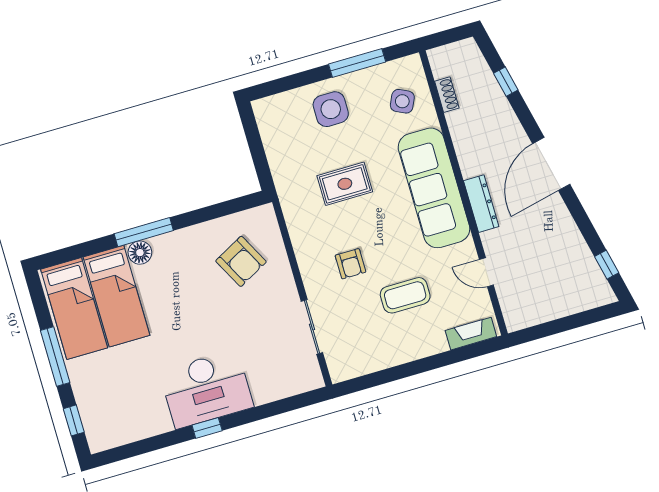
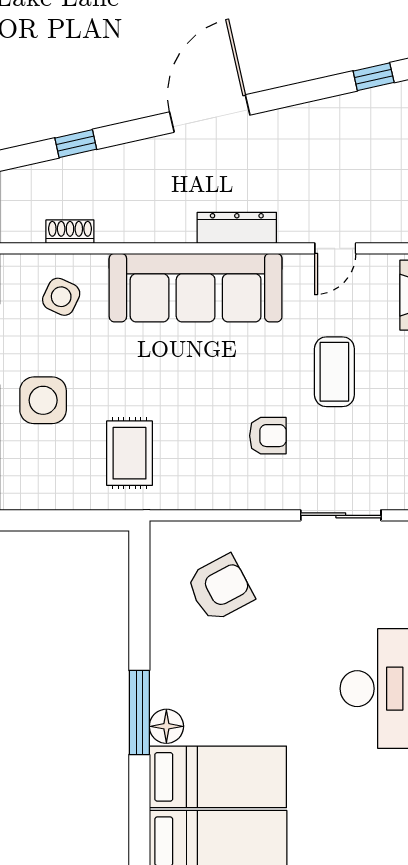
door: (551, 164) -> (210, 113), swing flipped
rug: (345, 184) -> (130, 453), moved

